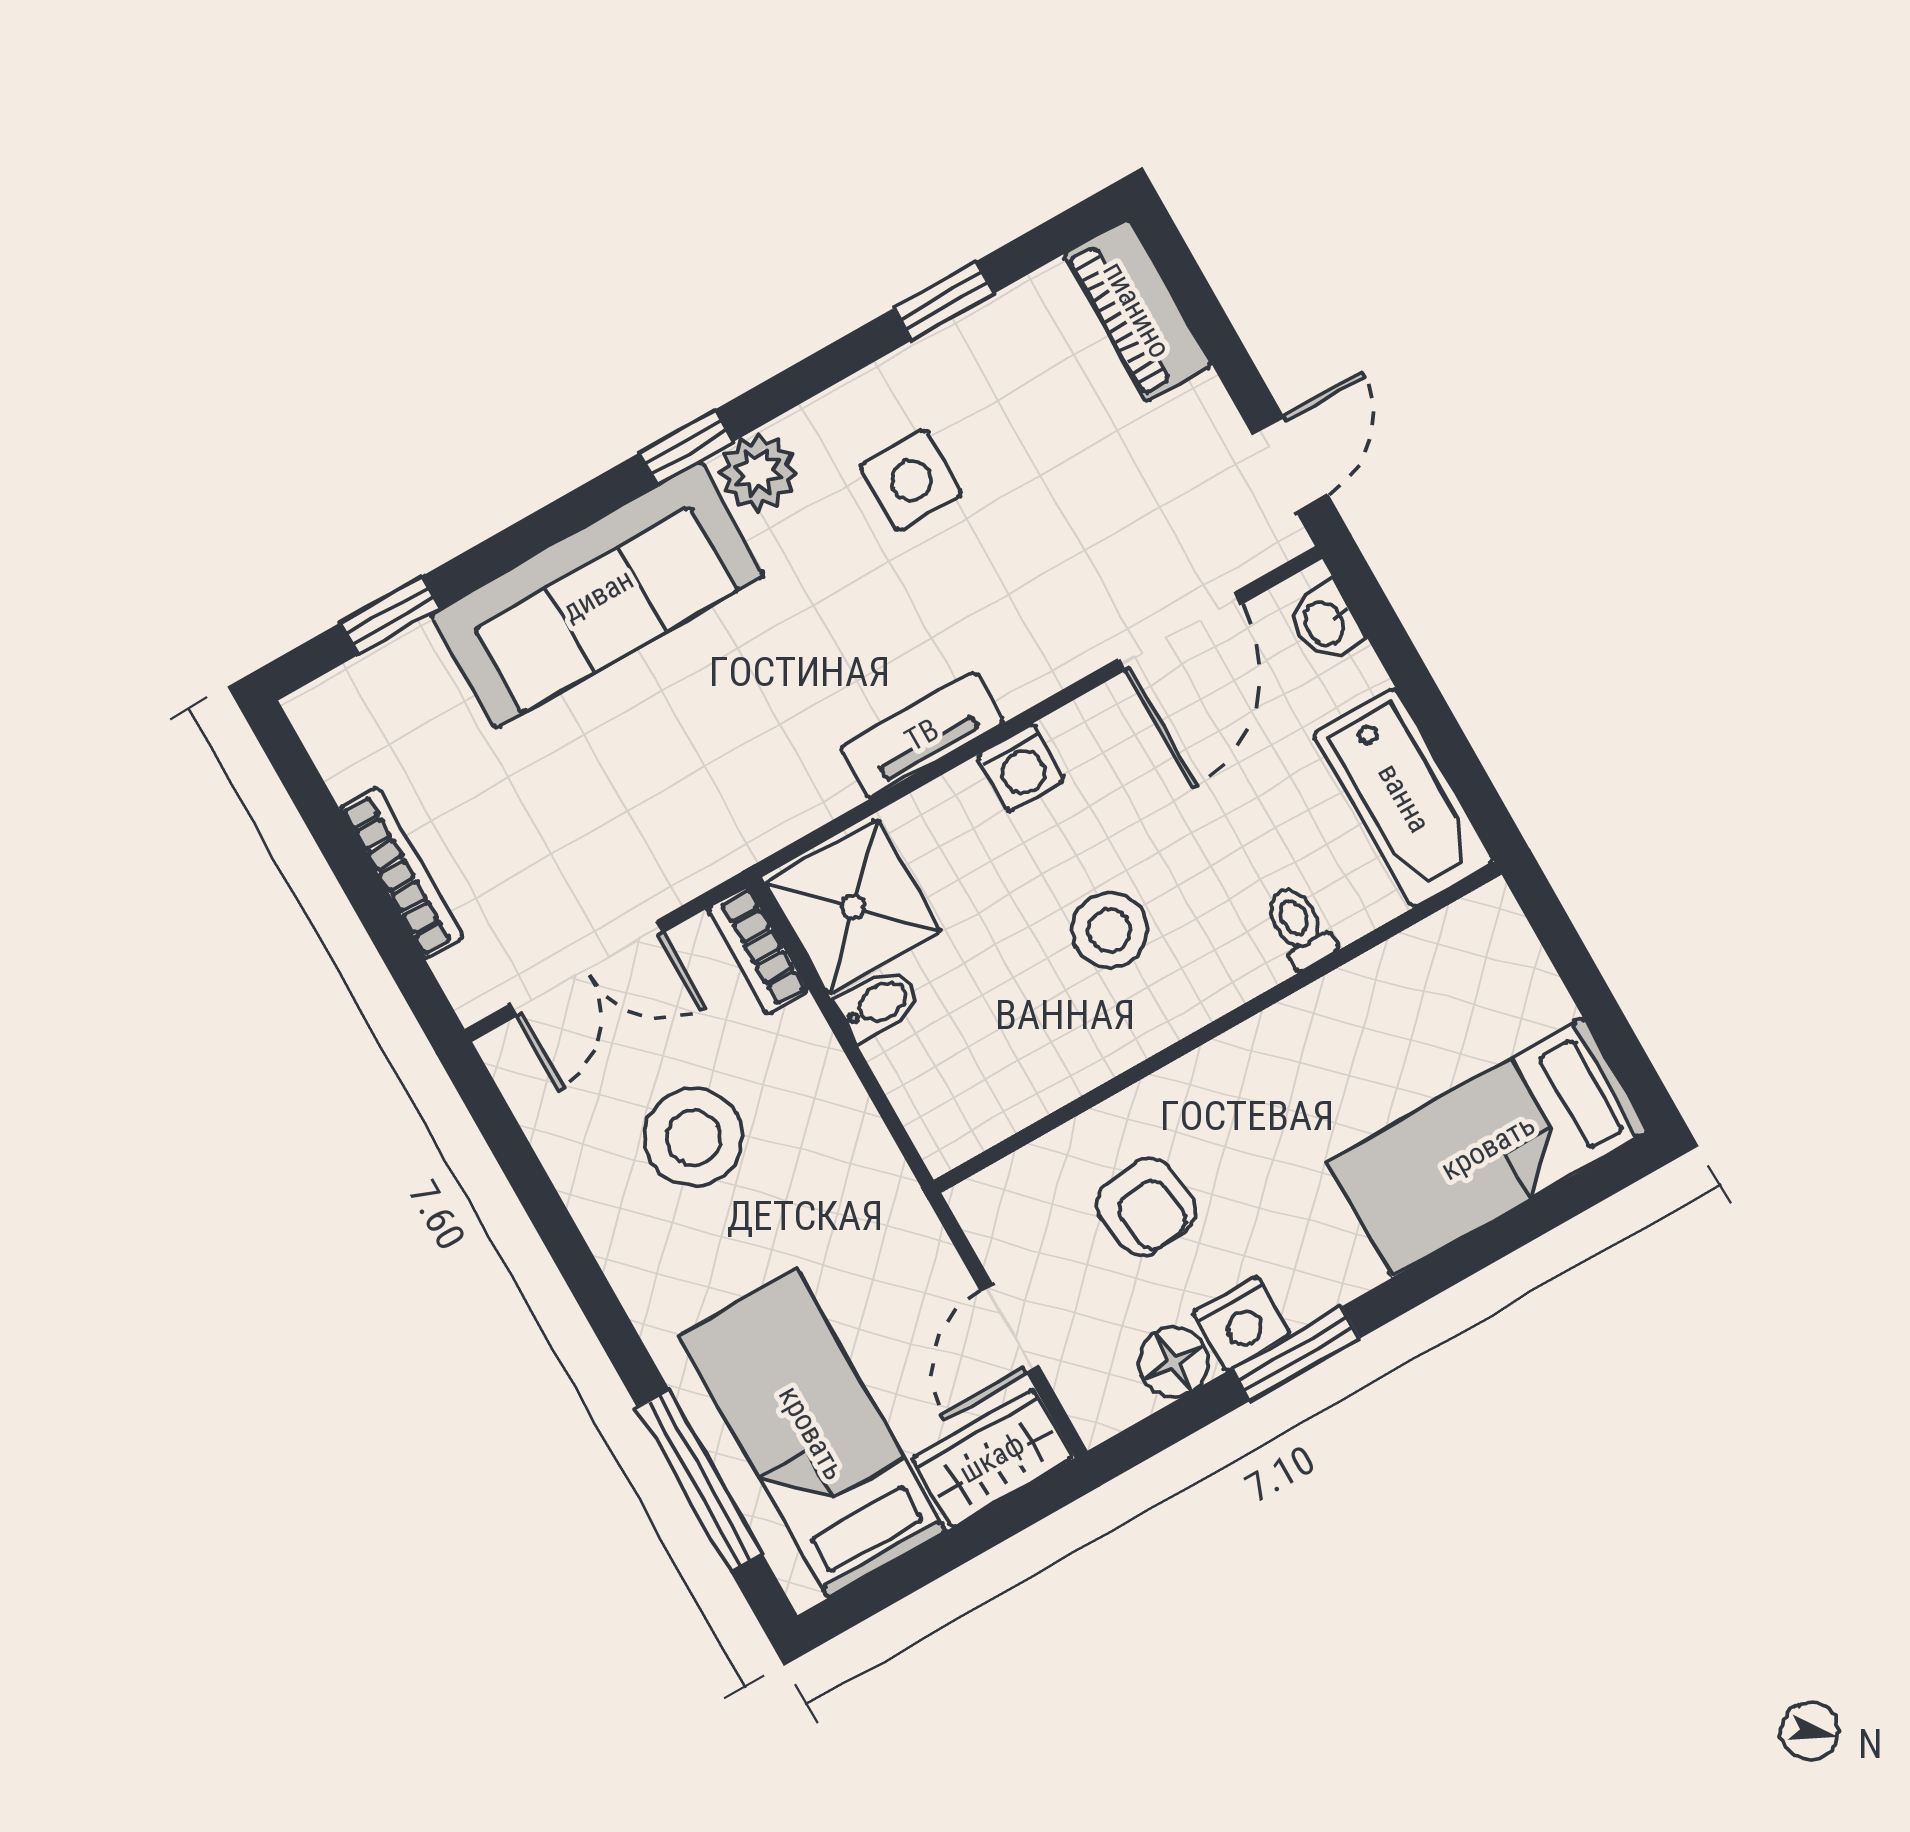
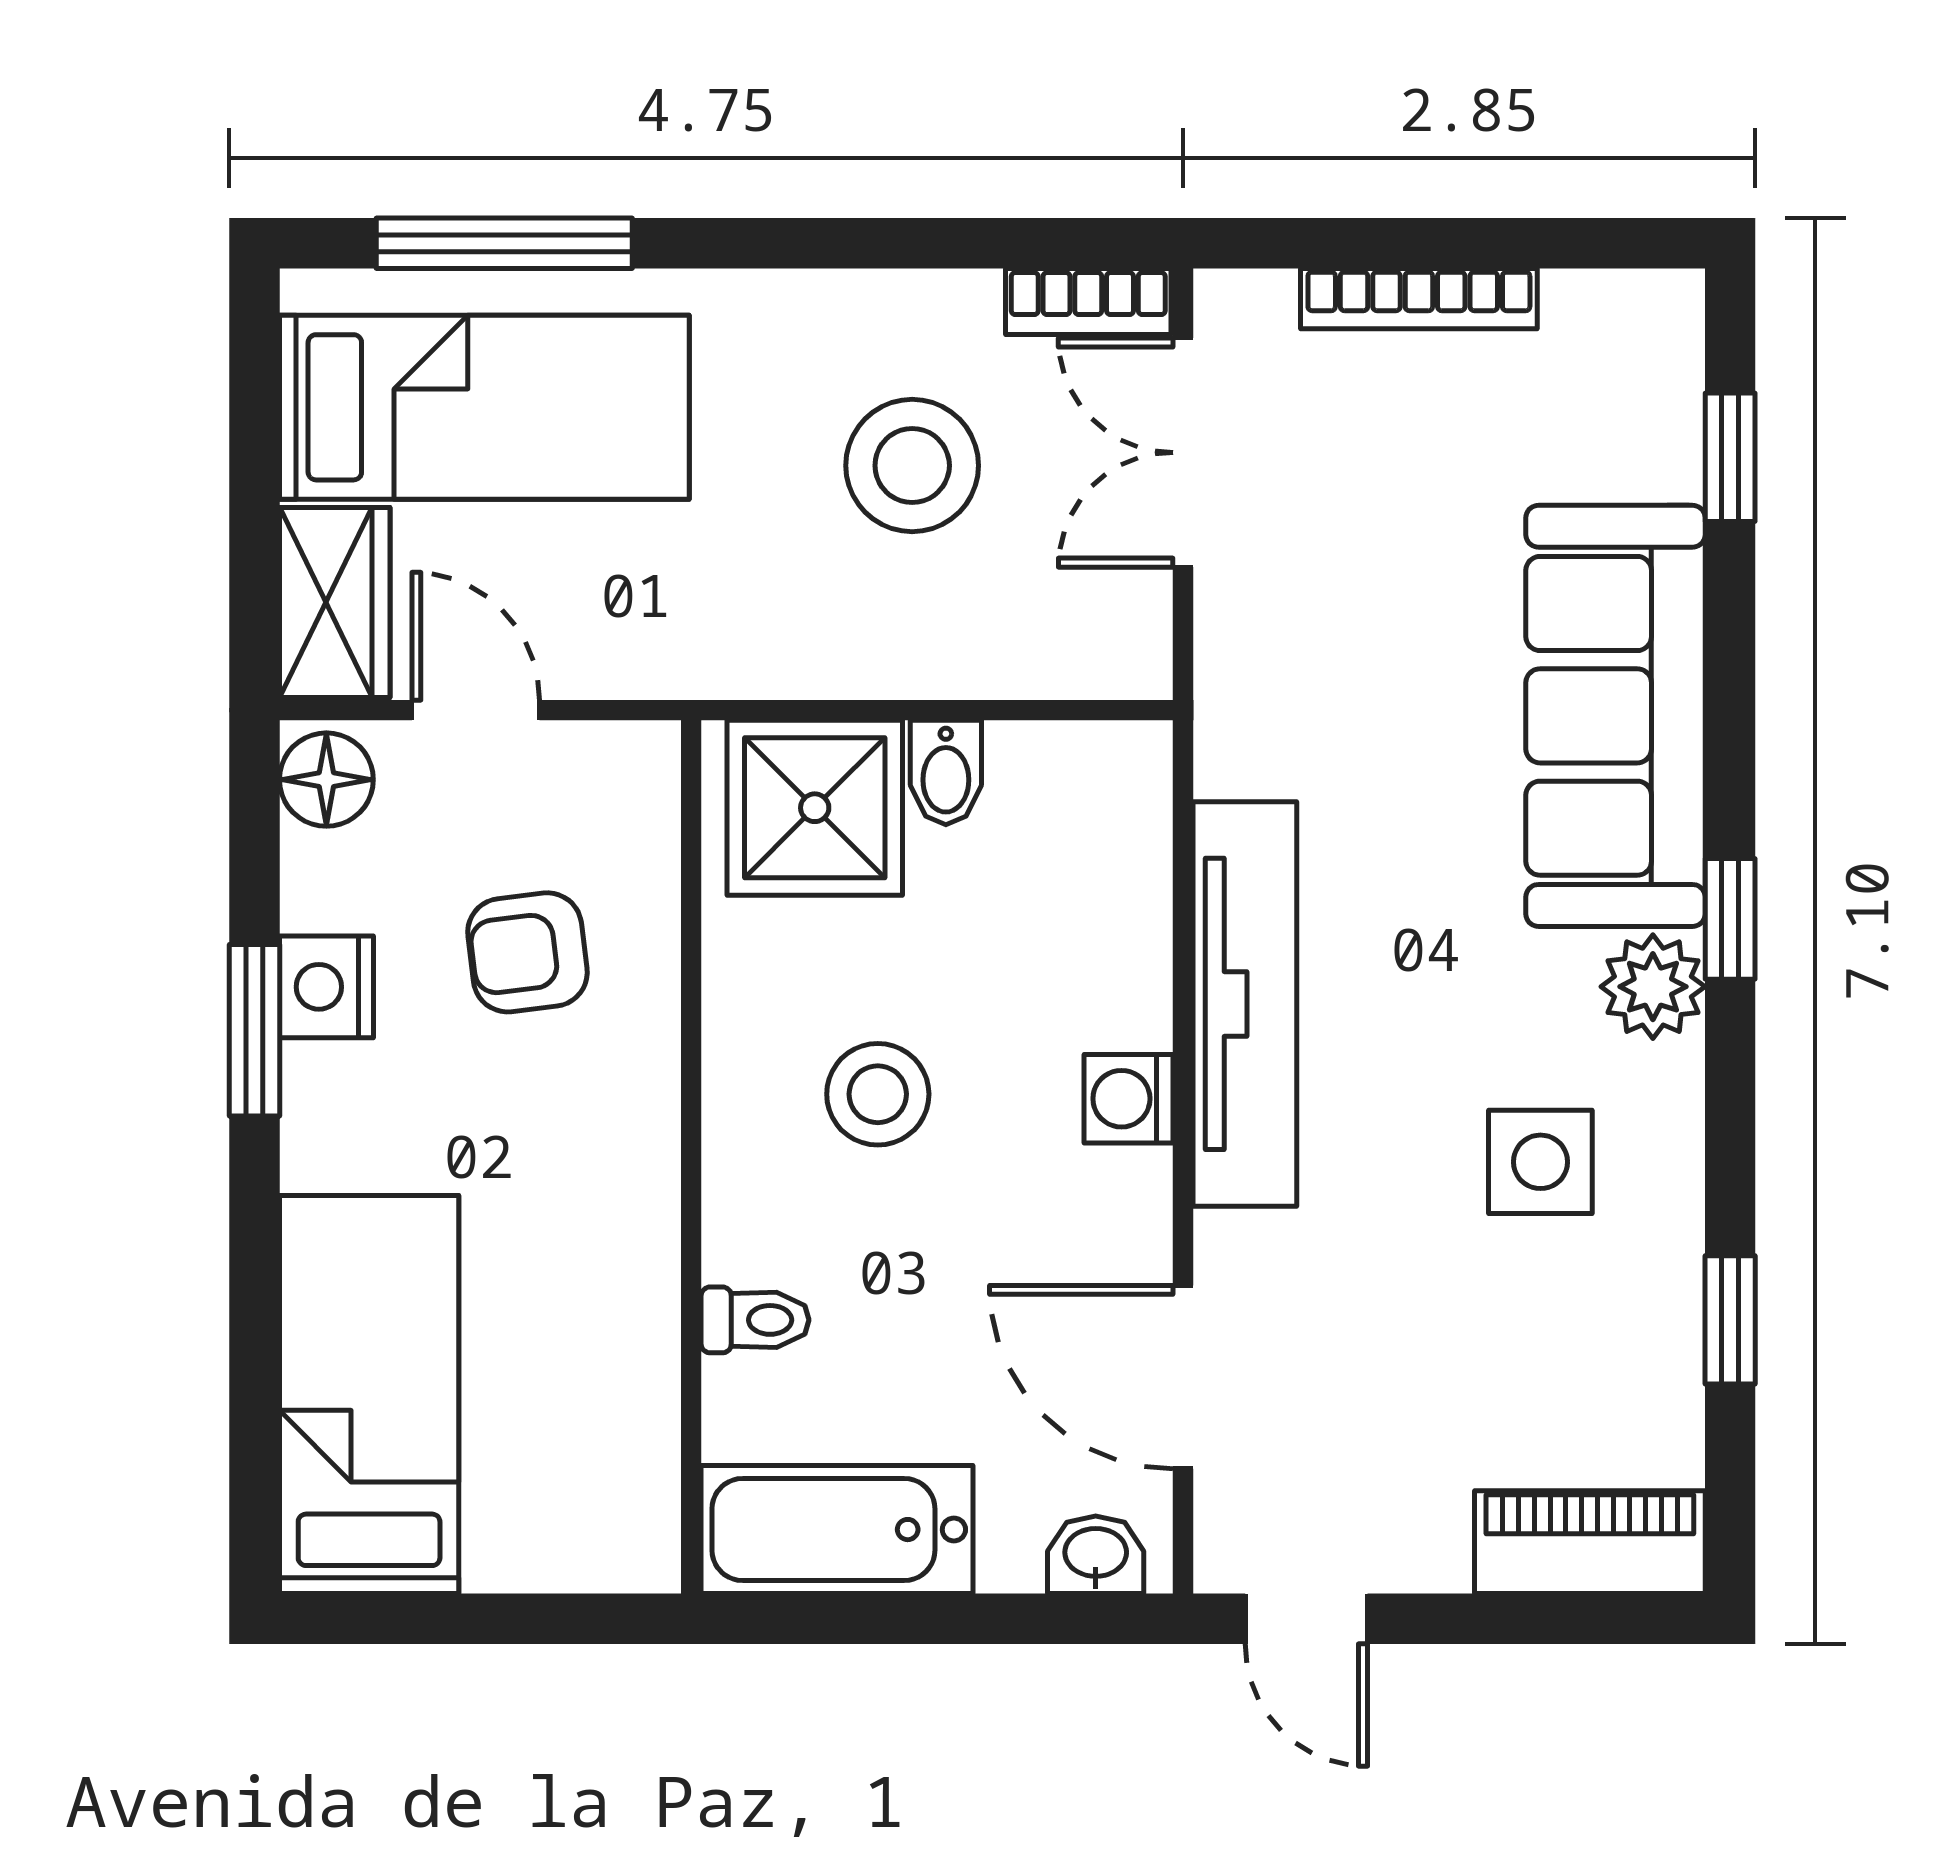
tv unit: (922, 735) -> (1245, 1004), width x1.92, depth x1.29
shower: (853, 907) -> (815, 808), moved
bookcase: (758, 950) -> (1088, 301), moved, turned 180
floor lamp: (1174, 1362) -> (326, 780), moved

